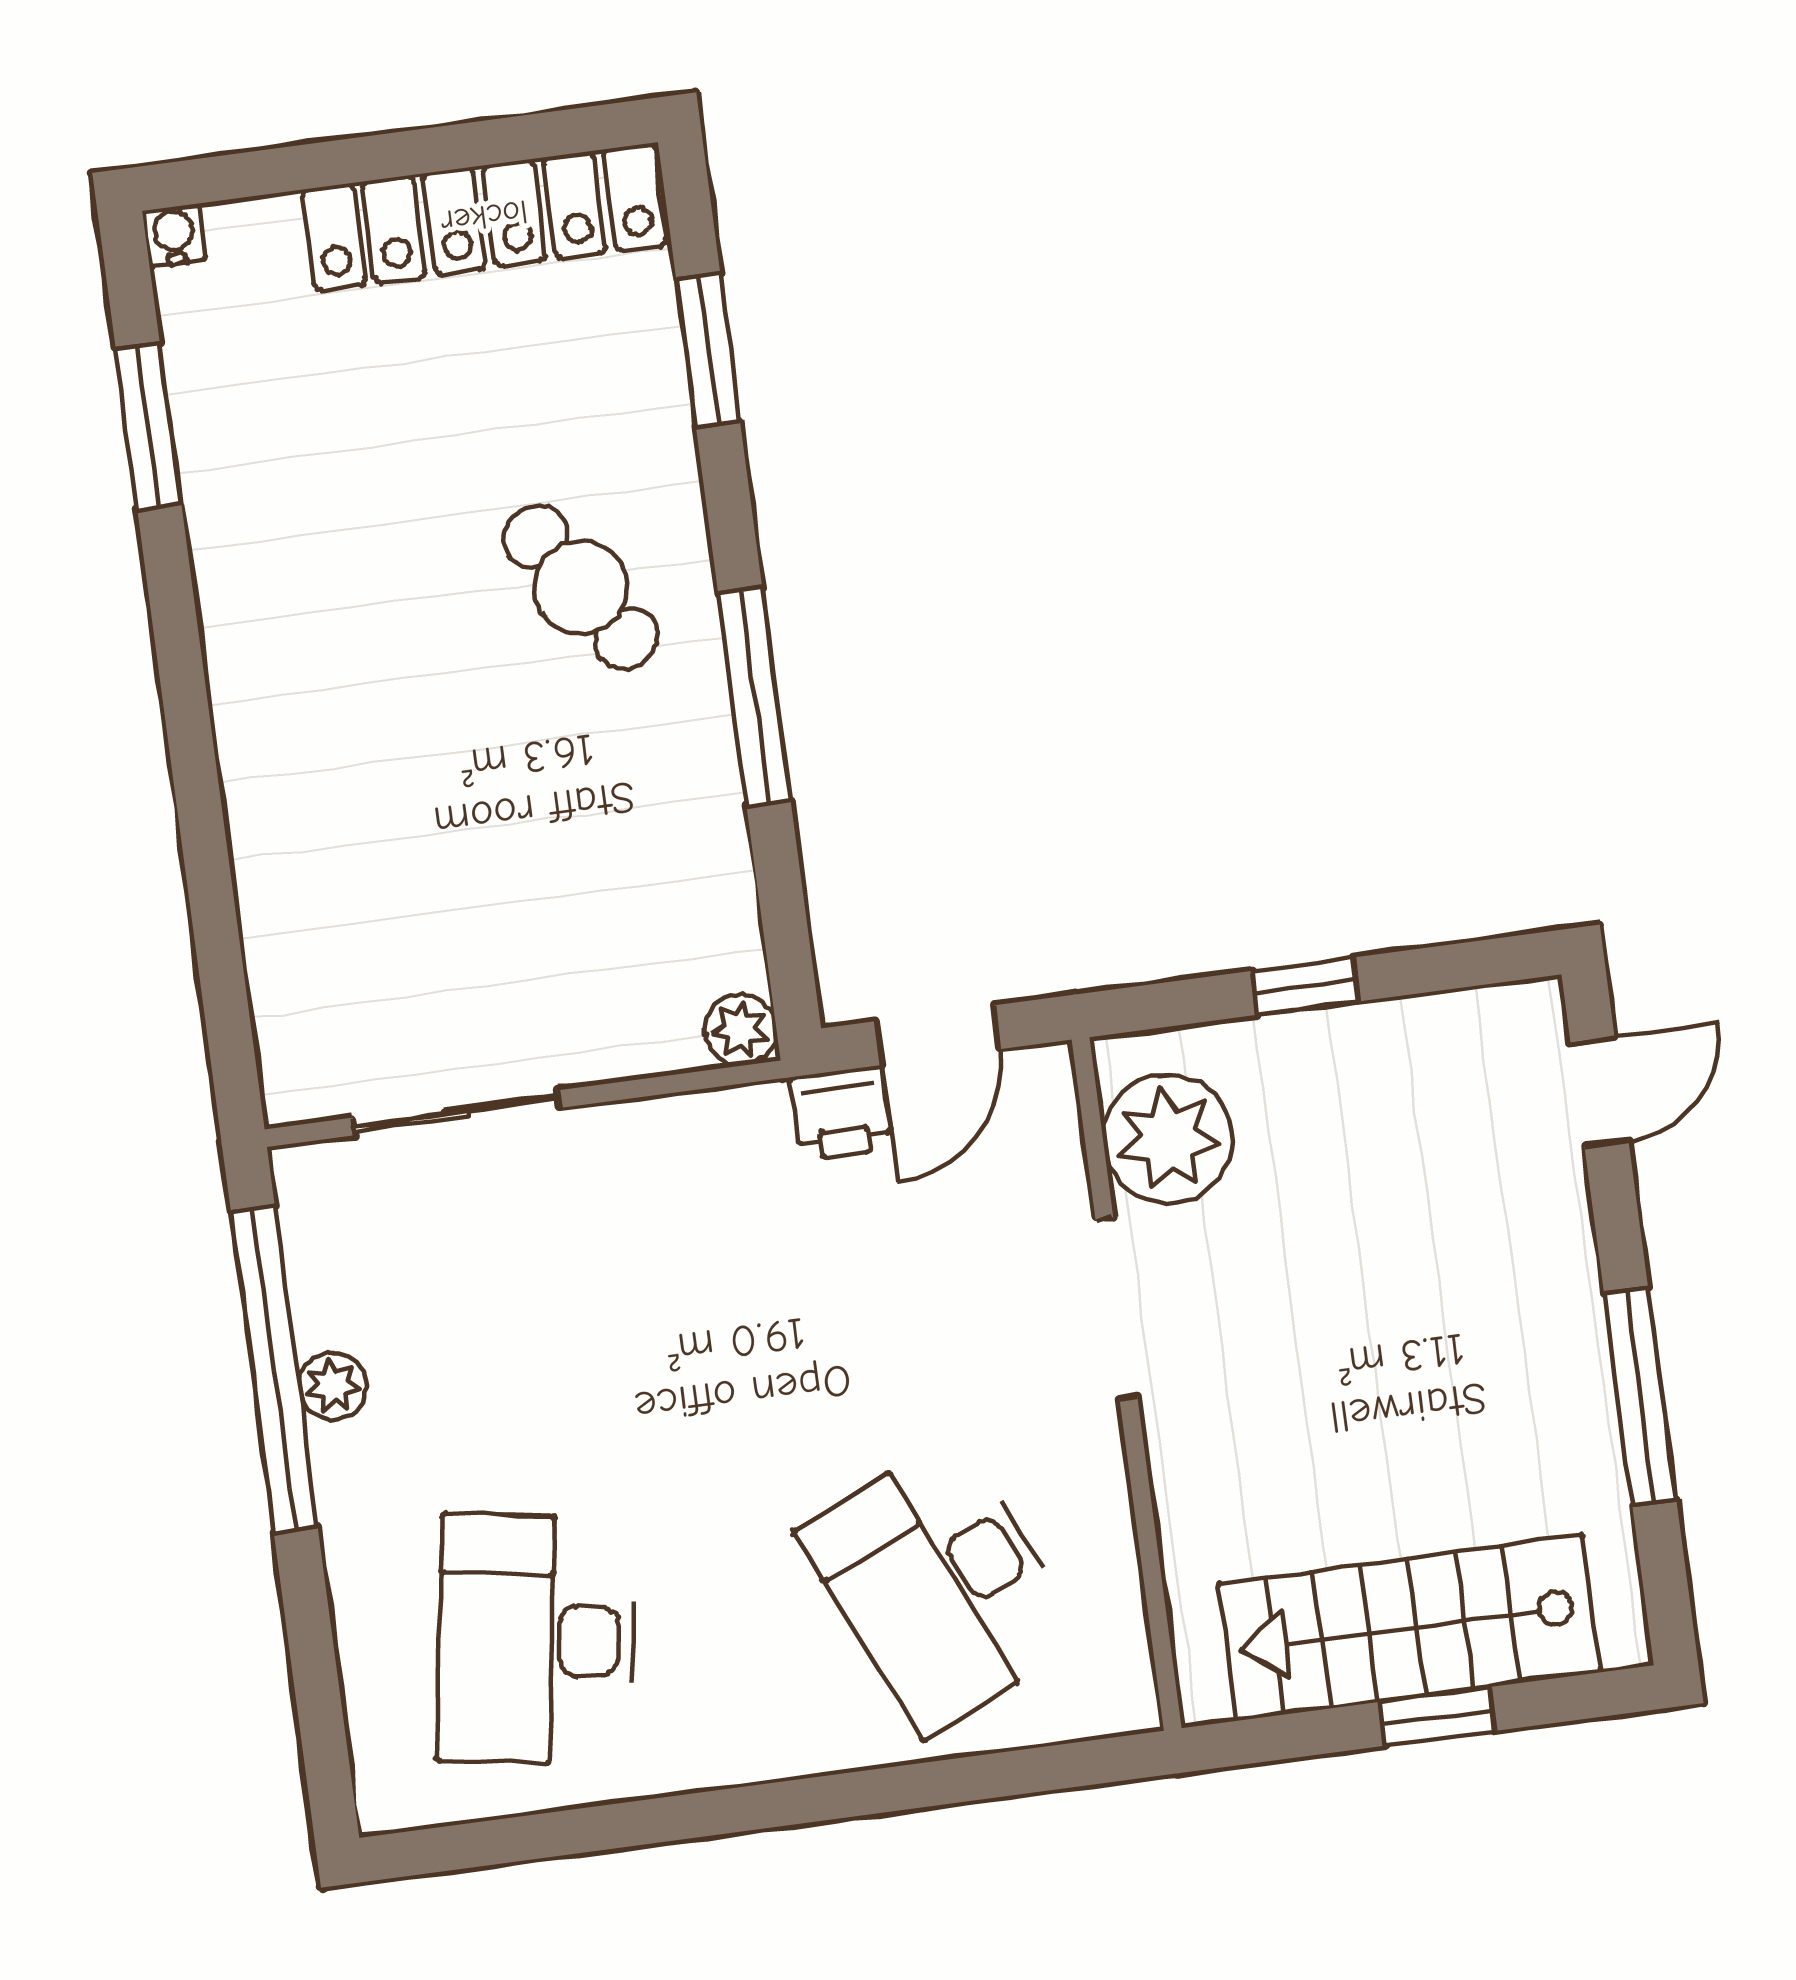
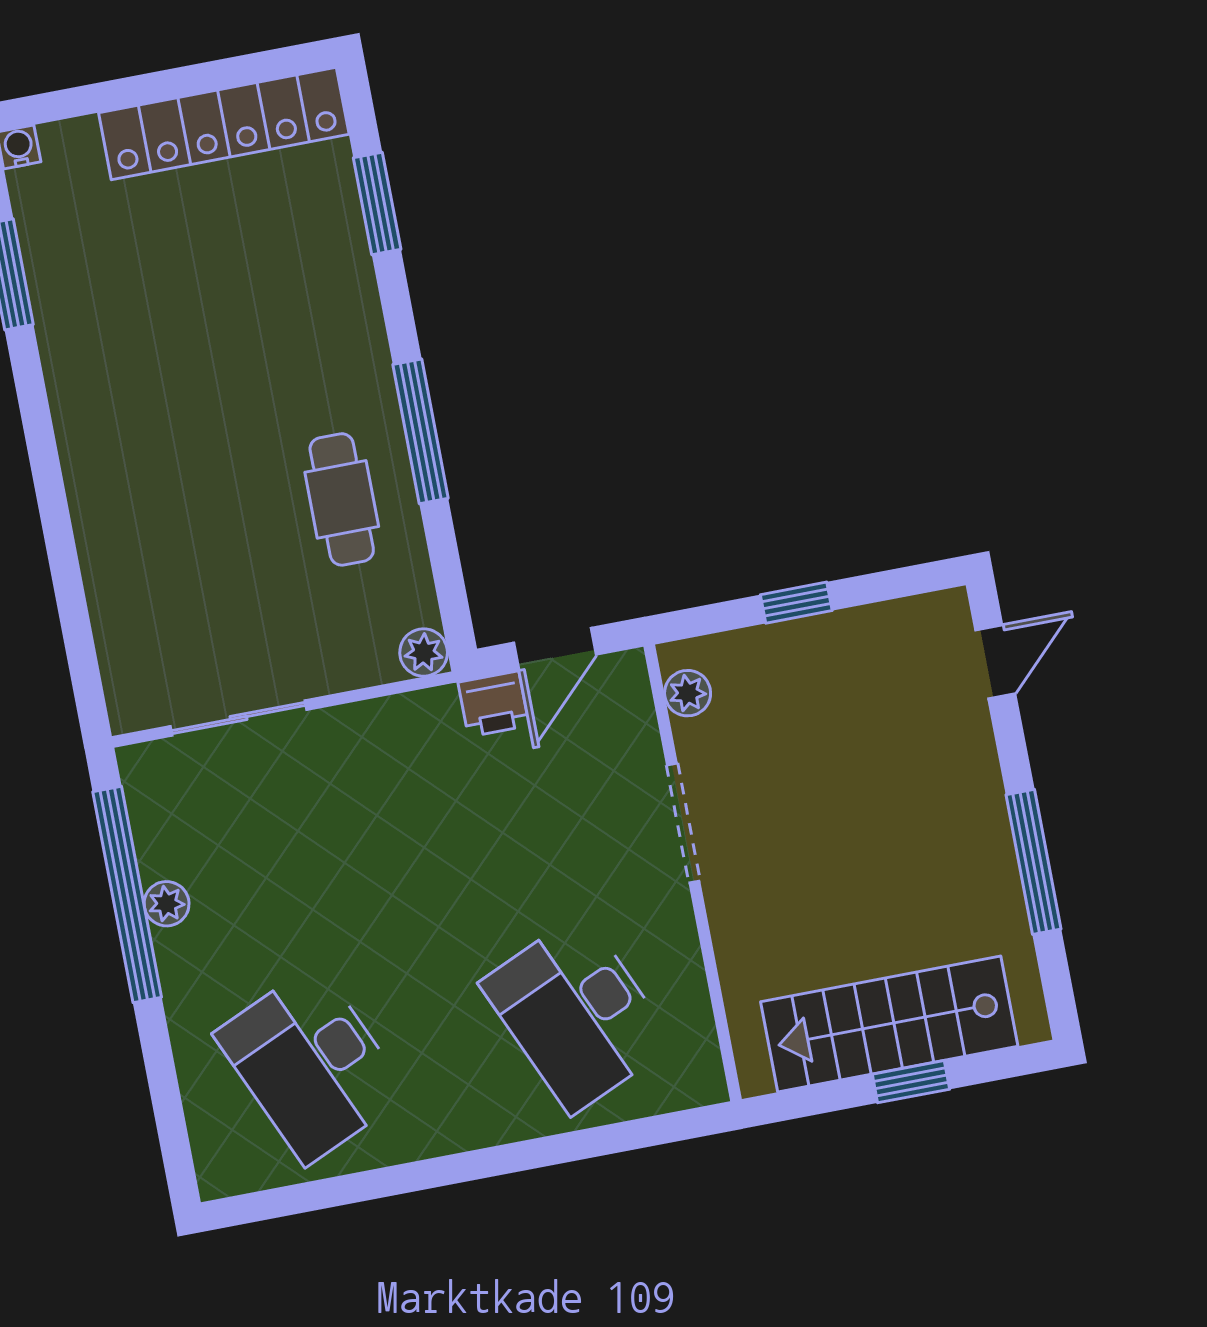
cafe table: (581, 587) -> (342, 499), moved, turned 34
plant: (1168, 1139) -> (688, 693), width x0.53, depth x0.53
desk: (537, 1640) -> (311, 1064), turned -33

